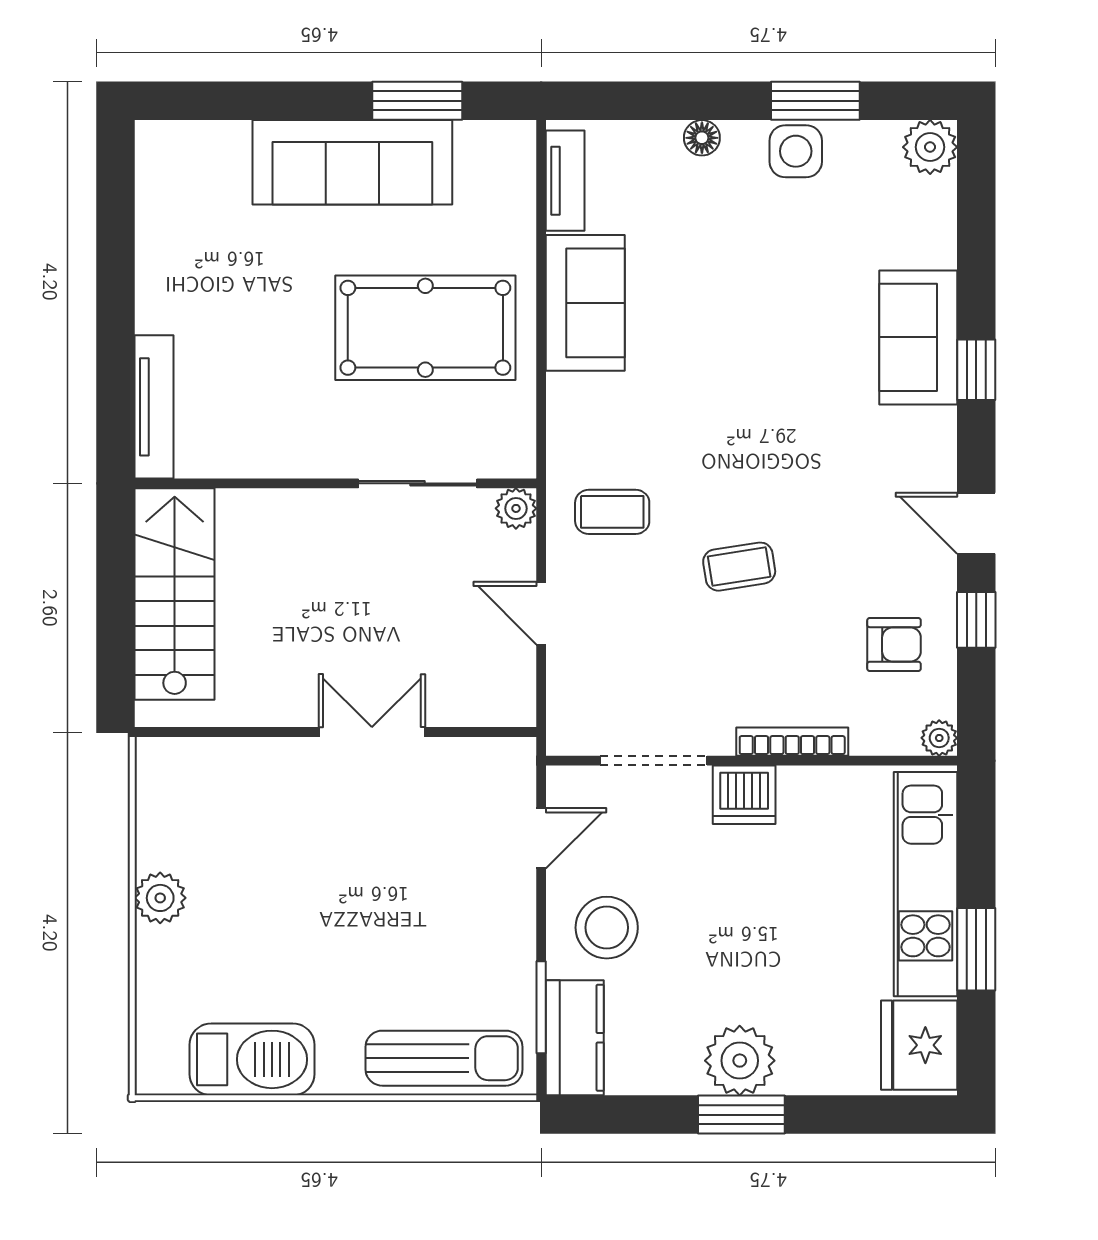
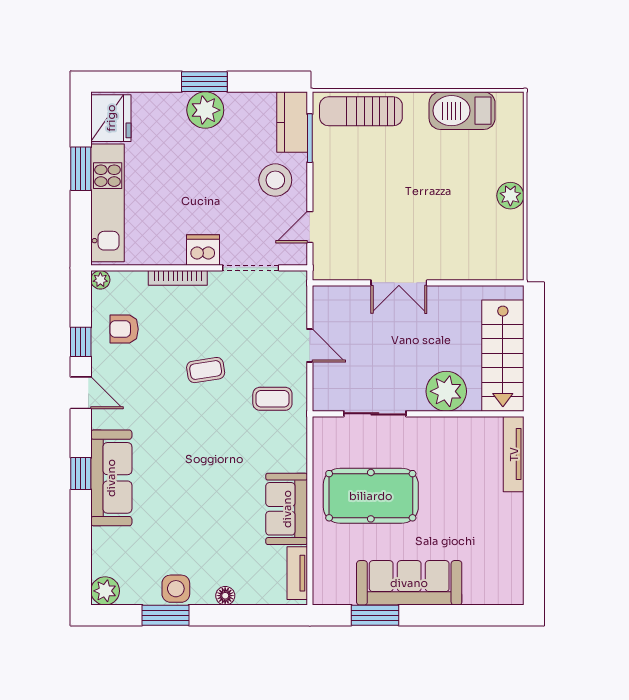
sofa: (918, 337) -> (111, 478), width x1.36
plant: (516, 508) -> (446, 391), moved, width x1.88, depth x1.88

